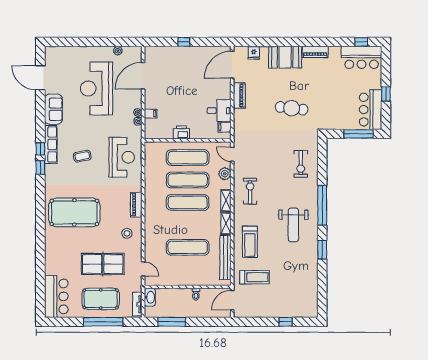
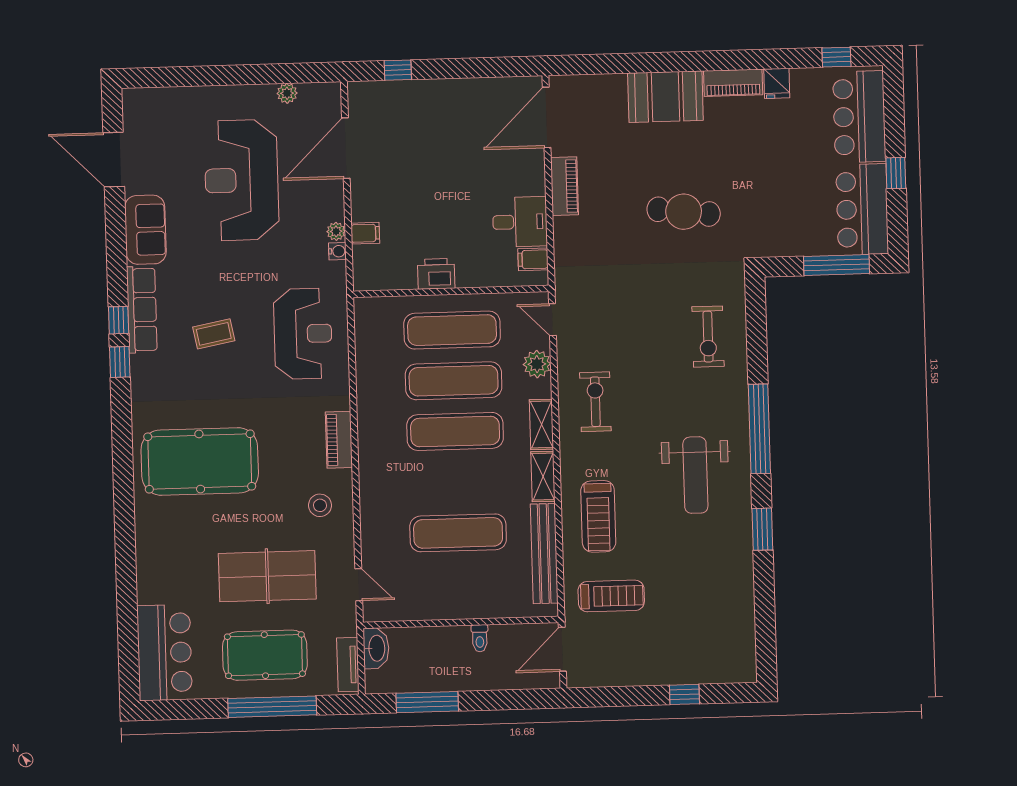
window: (184, 42) -> (398, 70), moved
fridge: (254, 53) -> (777, 83), moved
bar counter: (362, 57) -> (859, 117), moved, turned 90

